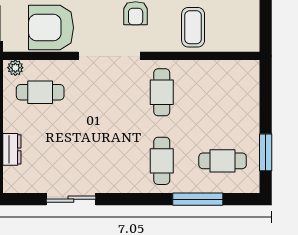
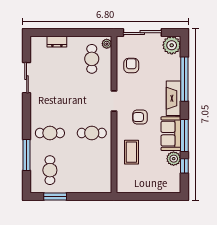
coffee table: (193, 27) -> (131, 152), turned 90
armchair: (51, 28) -> (131, 66), width x0.53, depth x0.53
doorway: (109, 56) -> (114, 101), width x0.53

